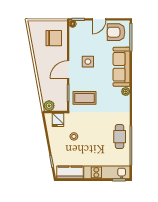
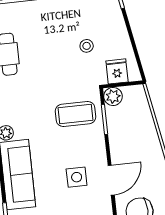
door: (68, 70) -> (111, 180), moved
plant: (49, 106) -> (113, 96), moved

